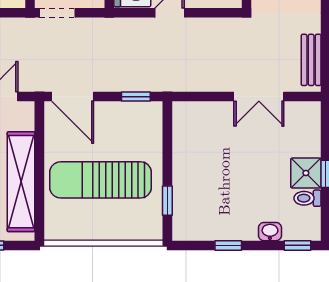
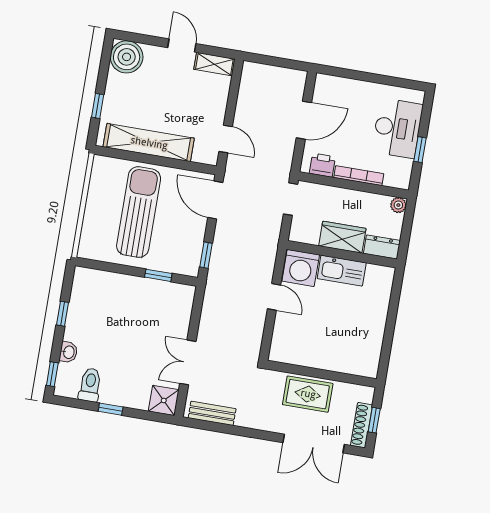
door: (73, 97) -> (215, 200), hinge flipped
shower: (306, 173) -> (164, 400), moved
toilet: (308, 198) -> (90, 385), width x1.37, depth x1.39
window: (167, 201) -> (158, 275), moved

